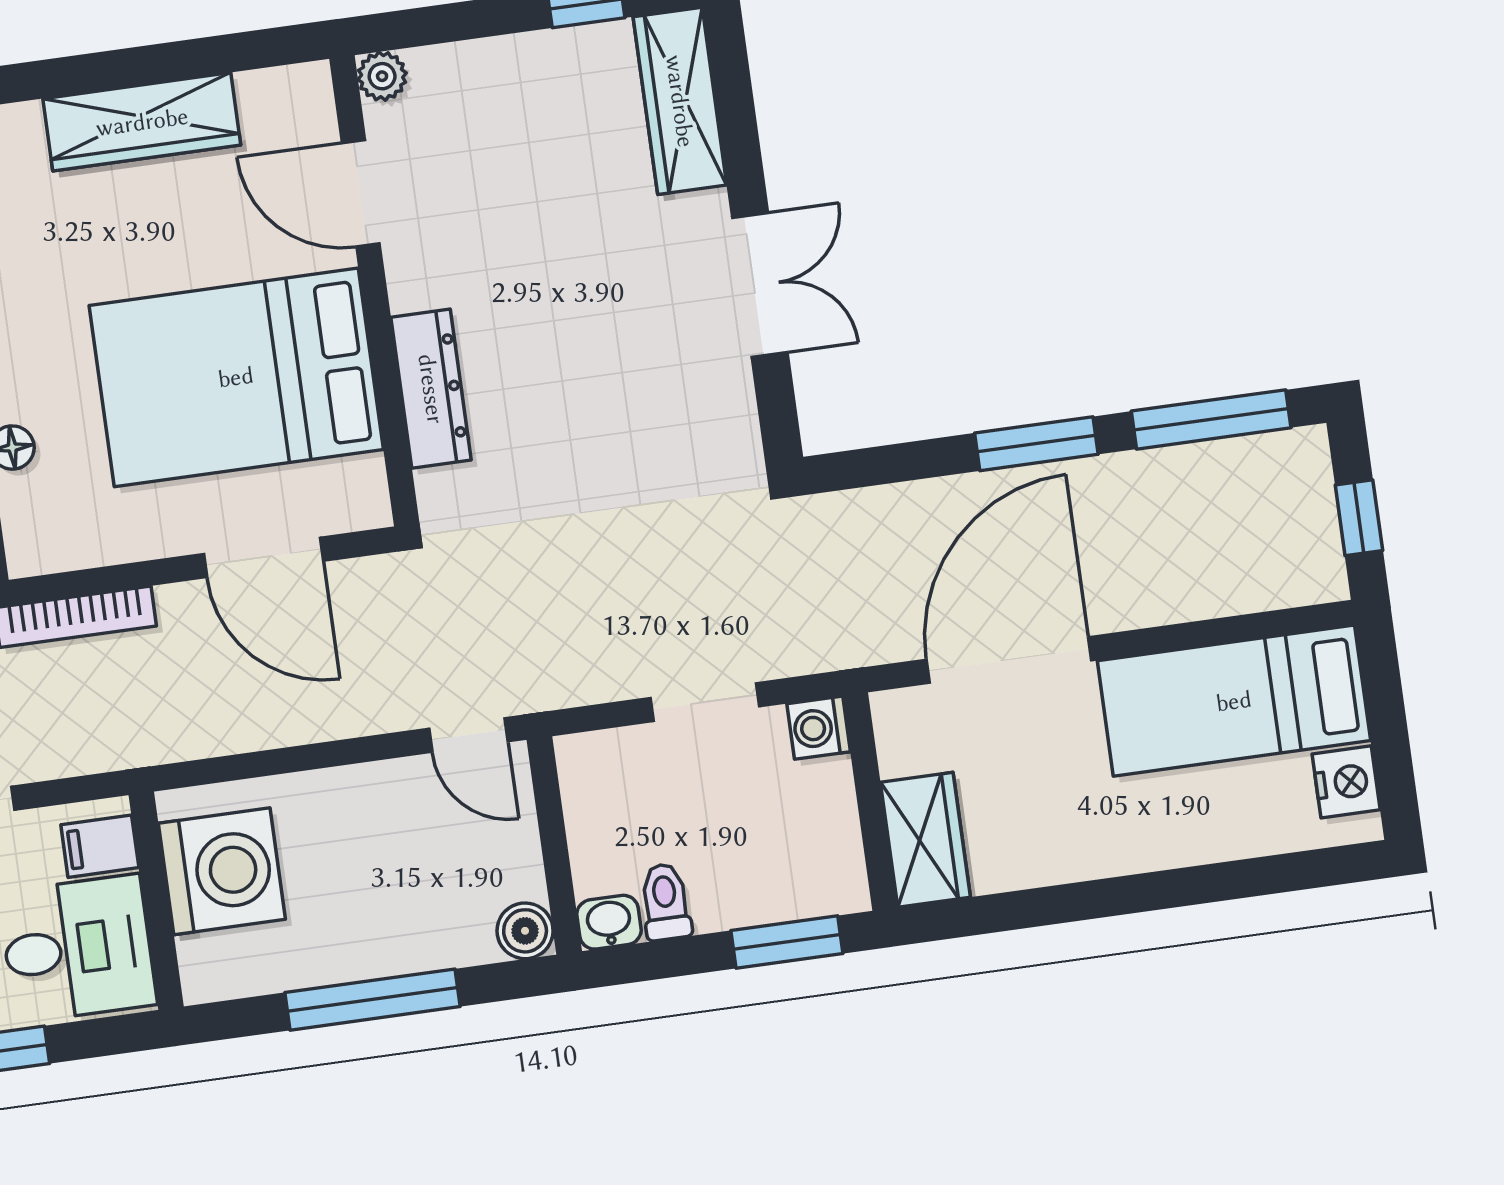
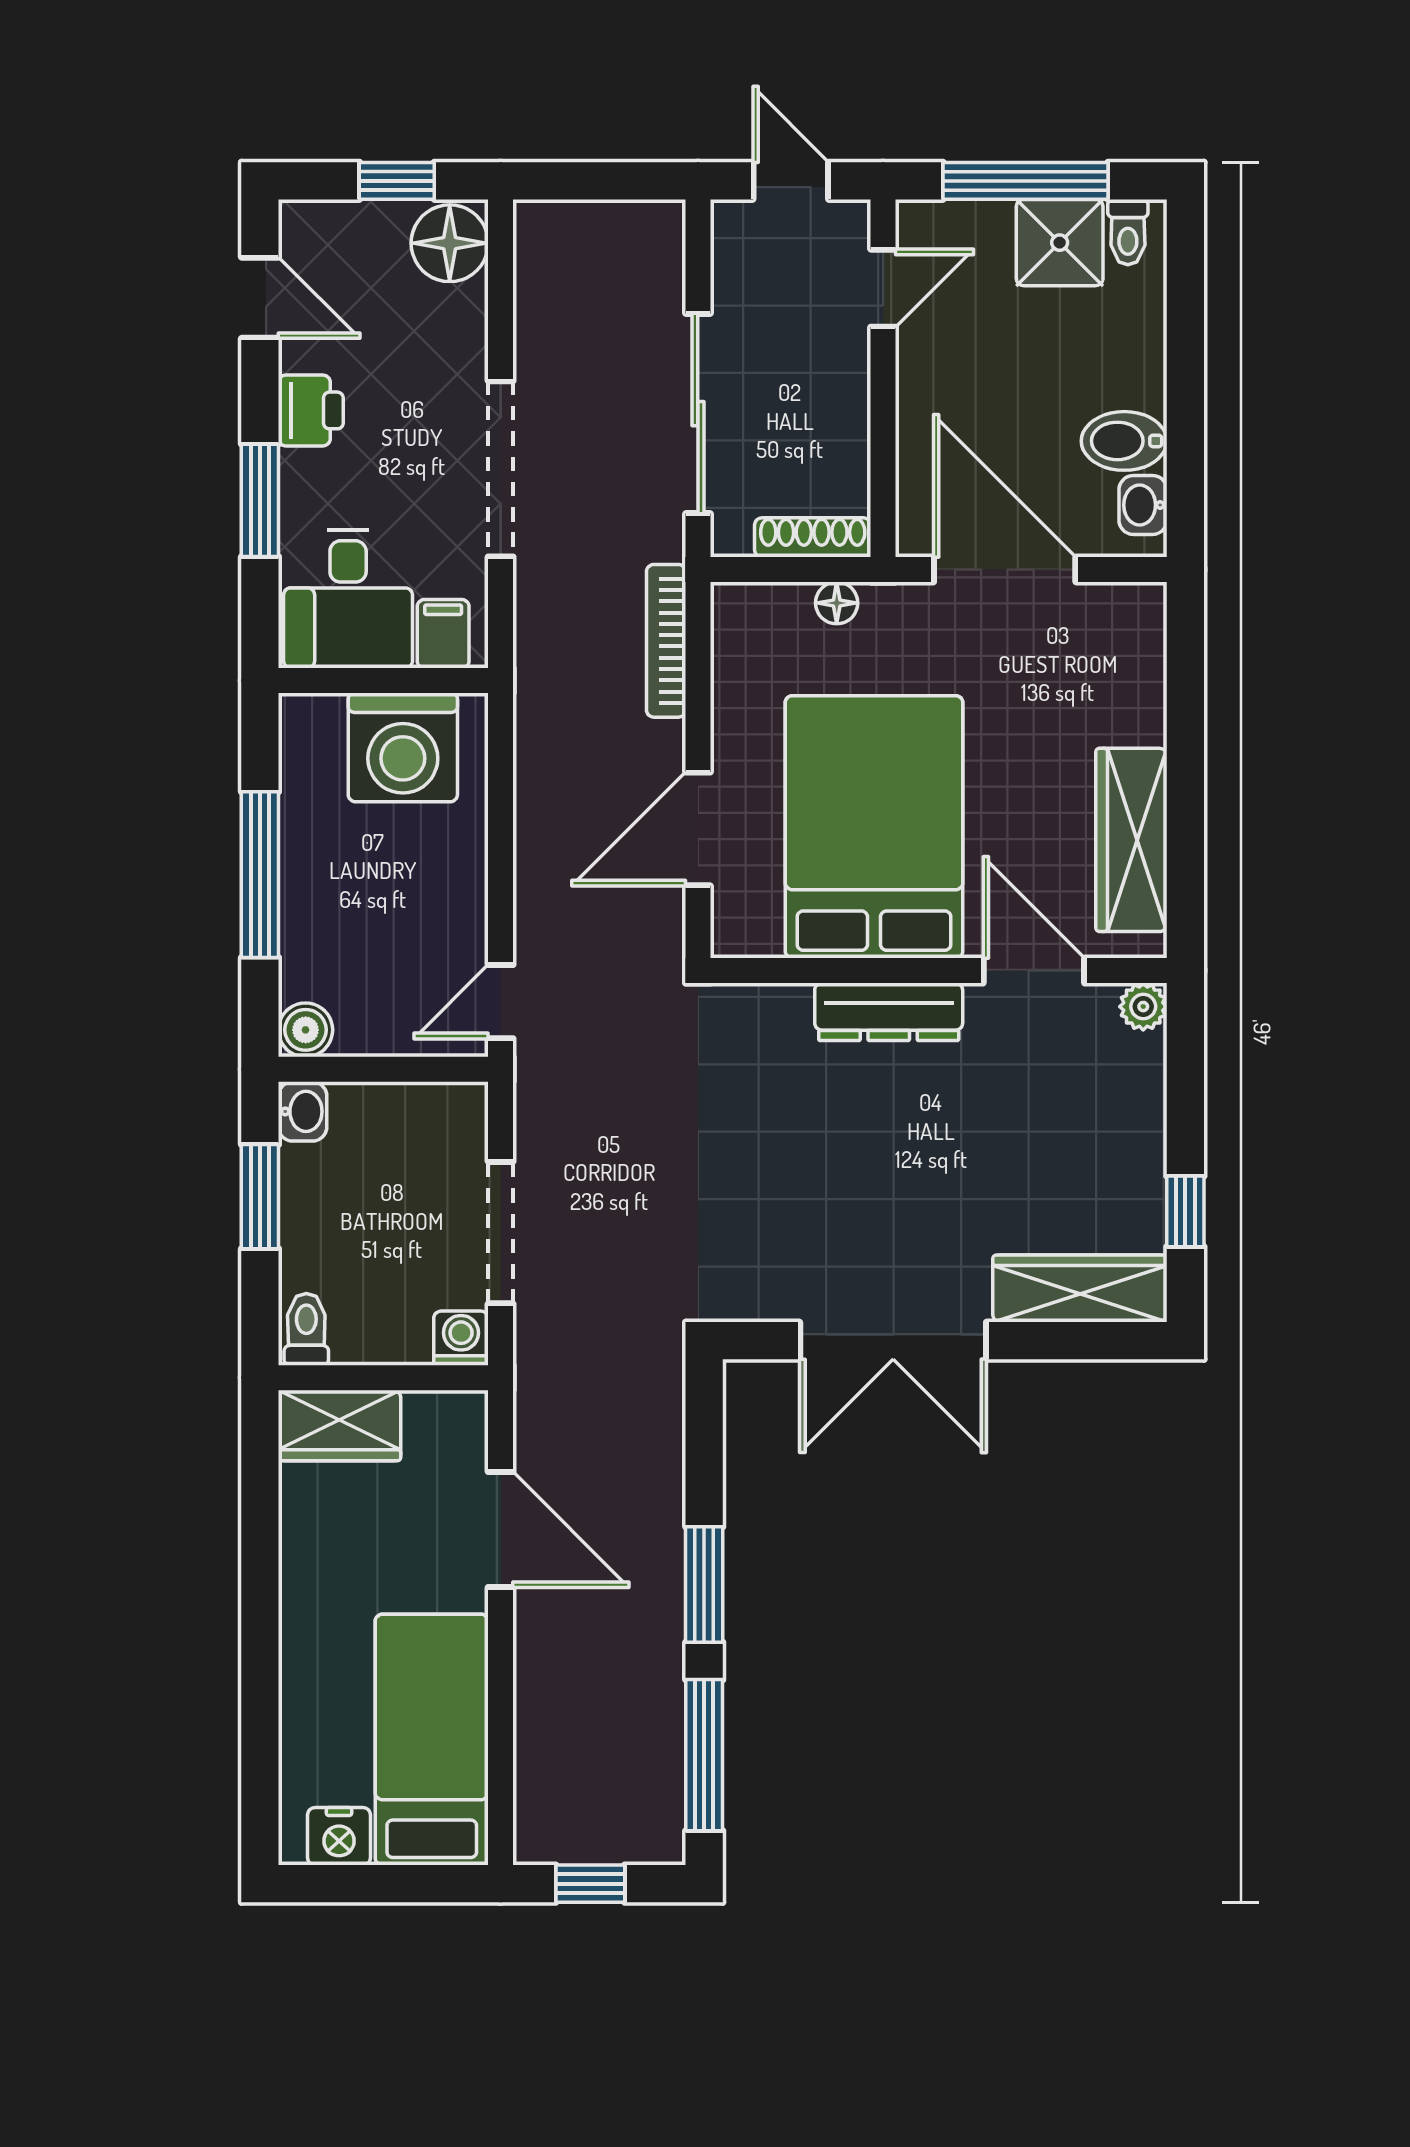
wardrobe: (142, 122) -> (1131, 840), moved
door: (361, 193) -> (1034, 971), hinge flipped
double door: (760, 285) -> (893, 1341), width x1.37
dresser: (431, 389) -> (889, 1012), moved
door: (1009, 660) -> (501, 1529), width x0.73
doorway: (705, 702) -> (501, 1233), width x1.38
toilet: (666, 902) -> (306, 1329), moved, turned -90
window: (787, 942) -> (260, 1197), moved

